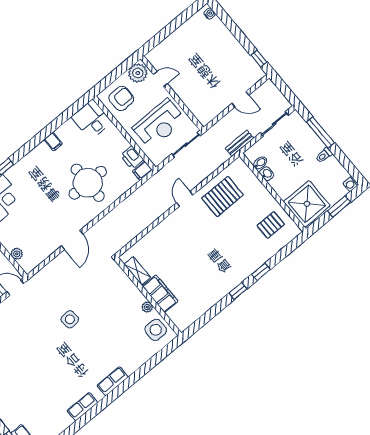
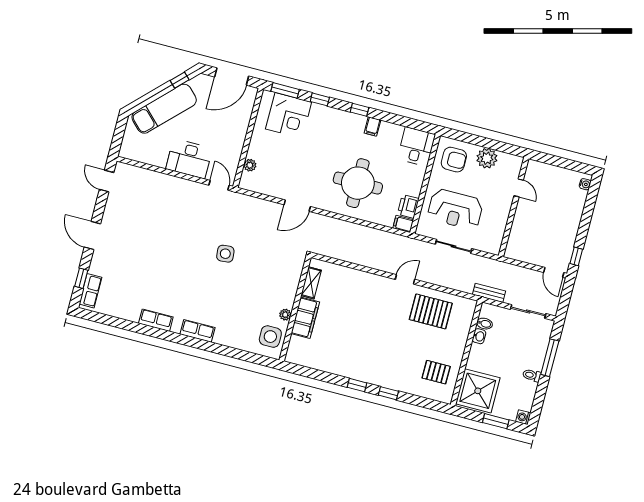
door: (160, 79) -> (519, 188), moved
wall: (172, 93) -> (514, 207), moved
door: (240, 99) -> (554, 272), moved
window: (34, 142) -> (359, 110), added

